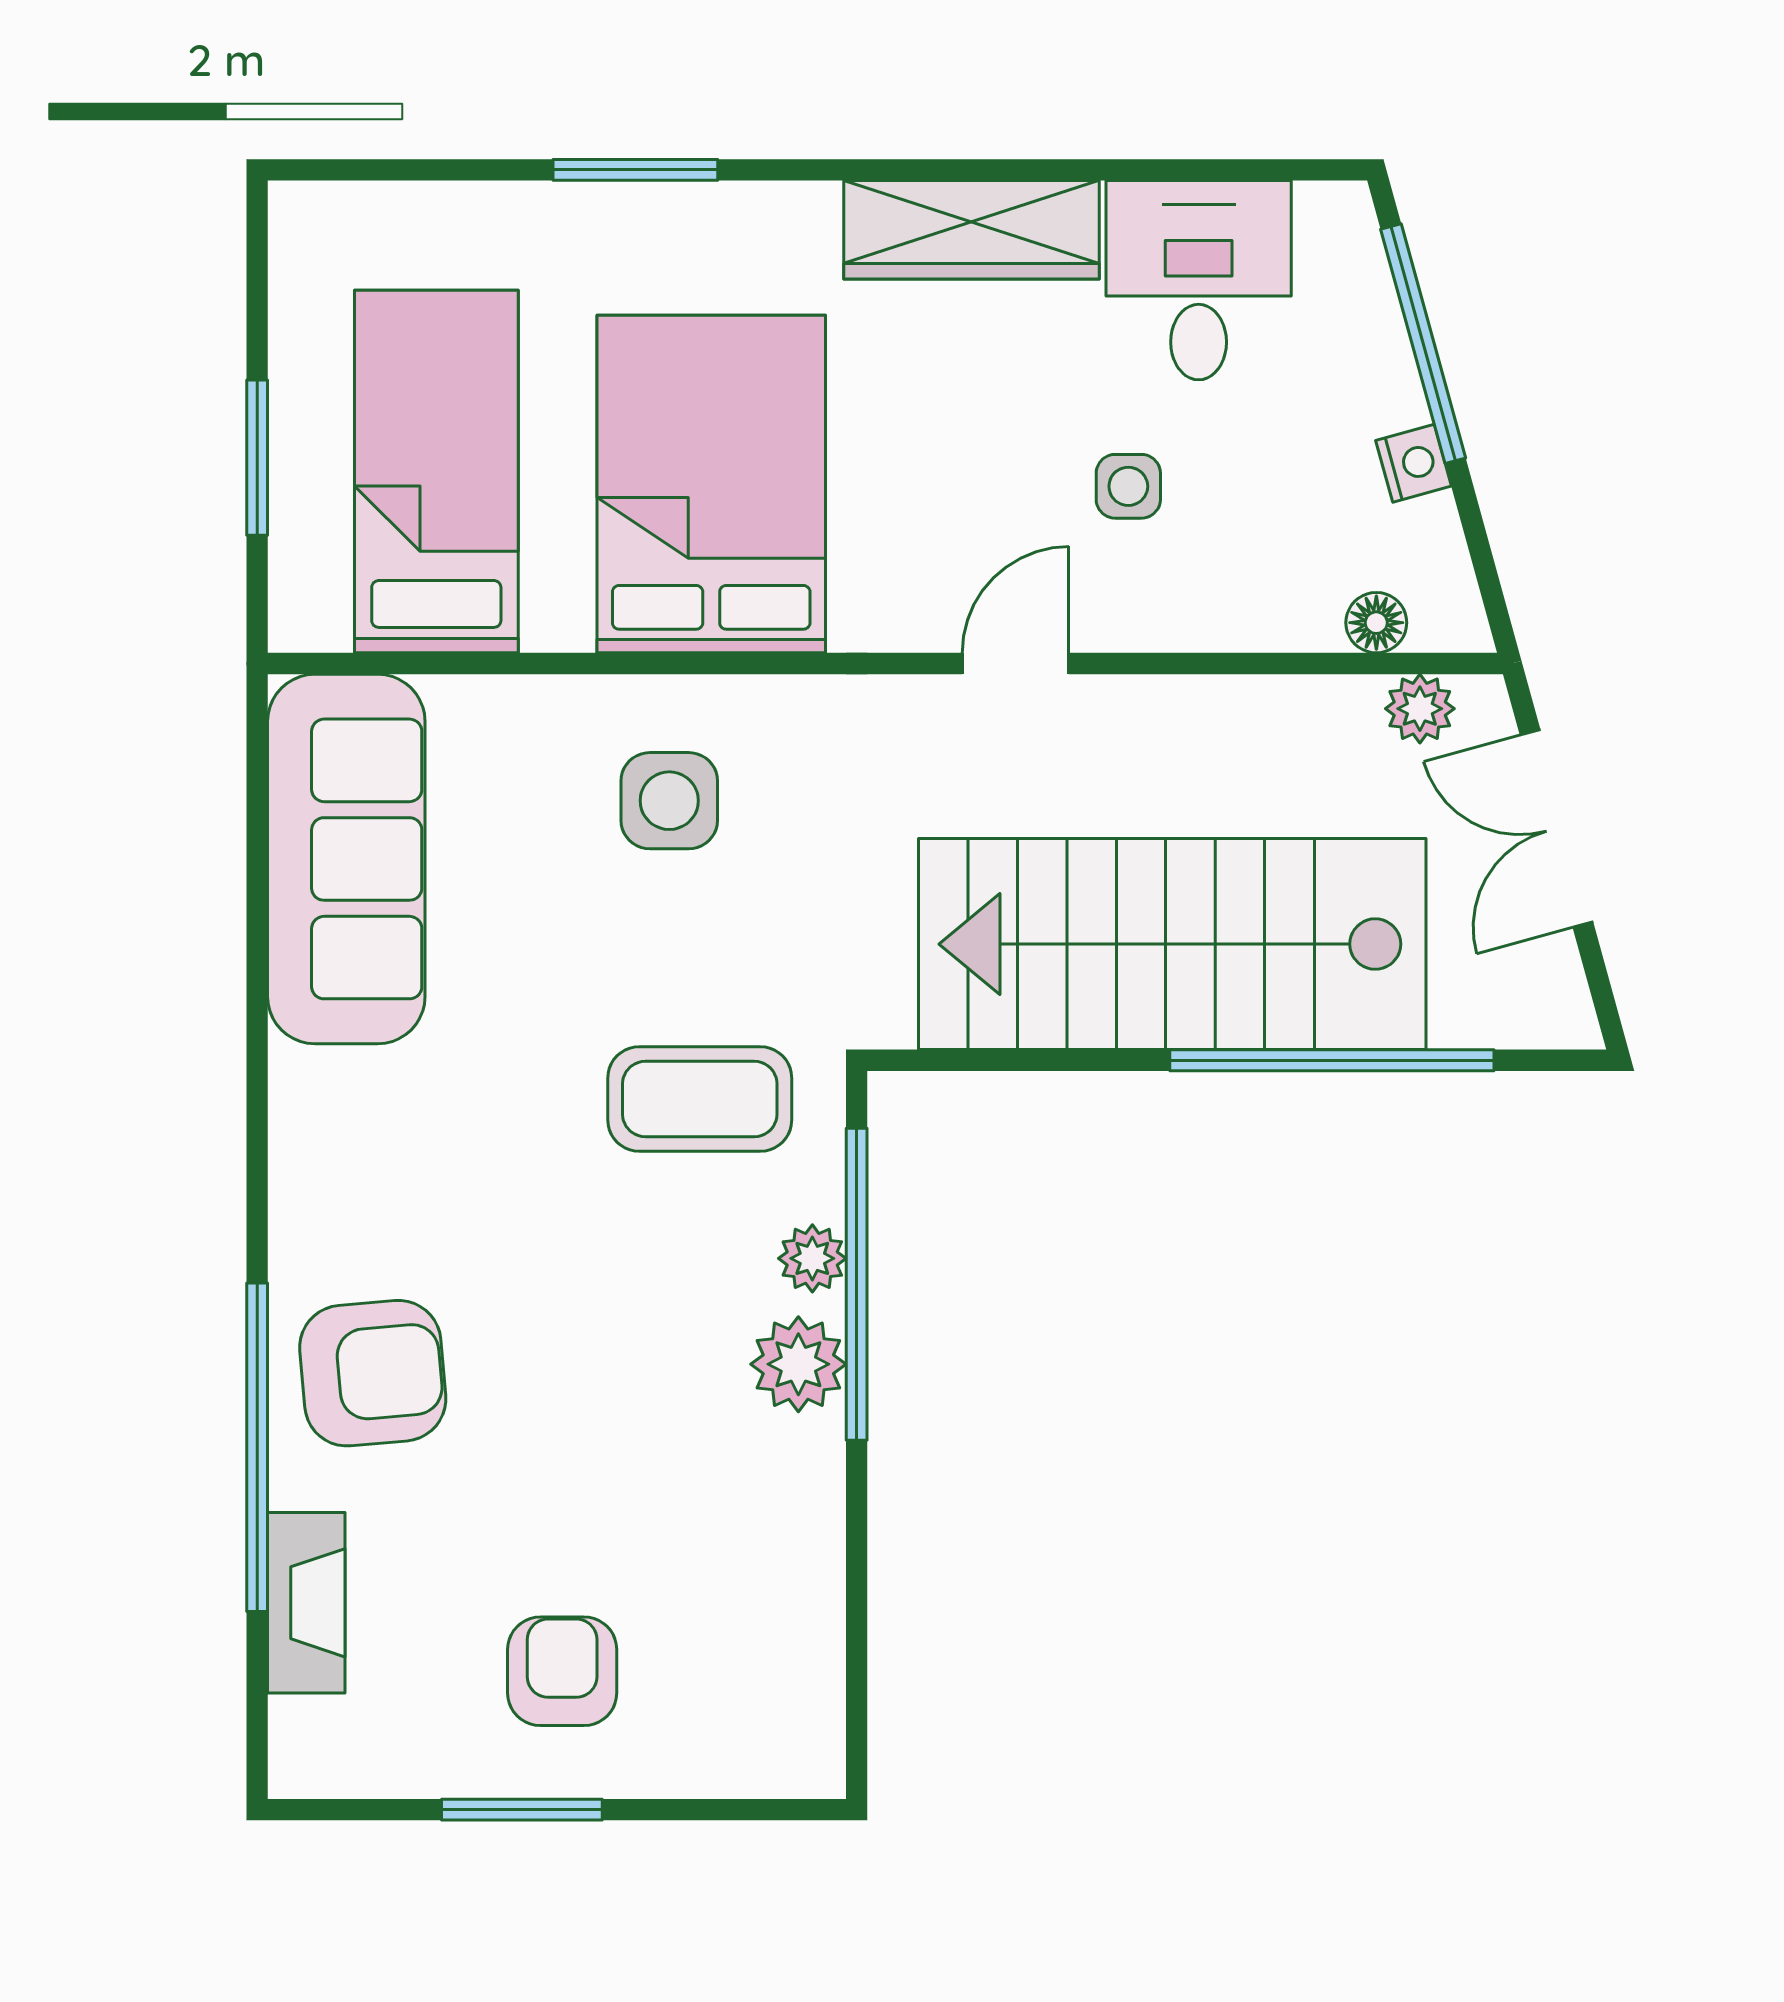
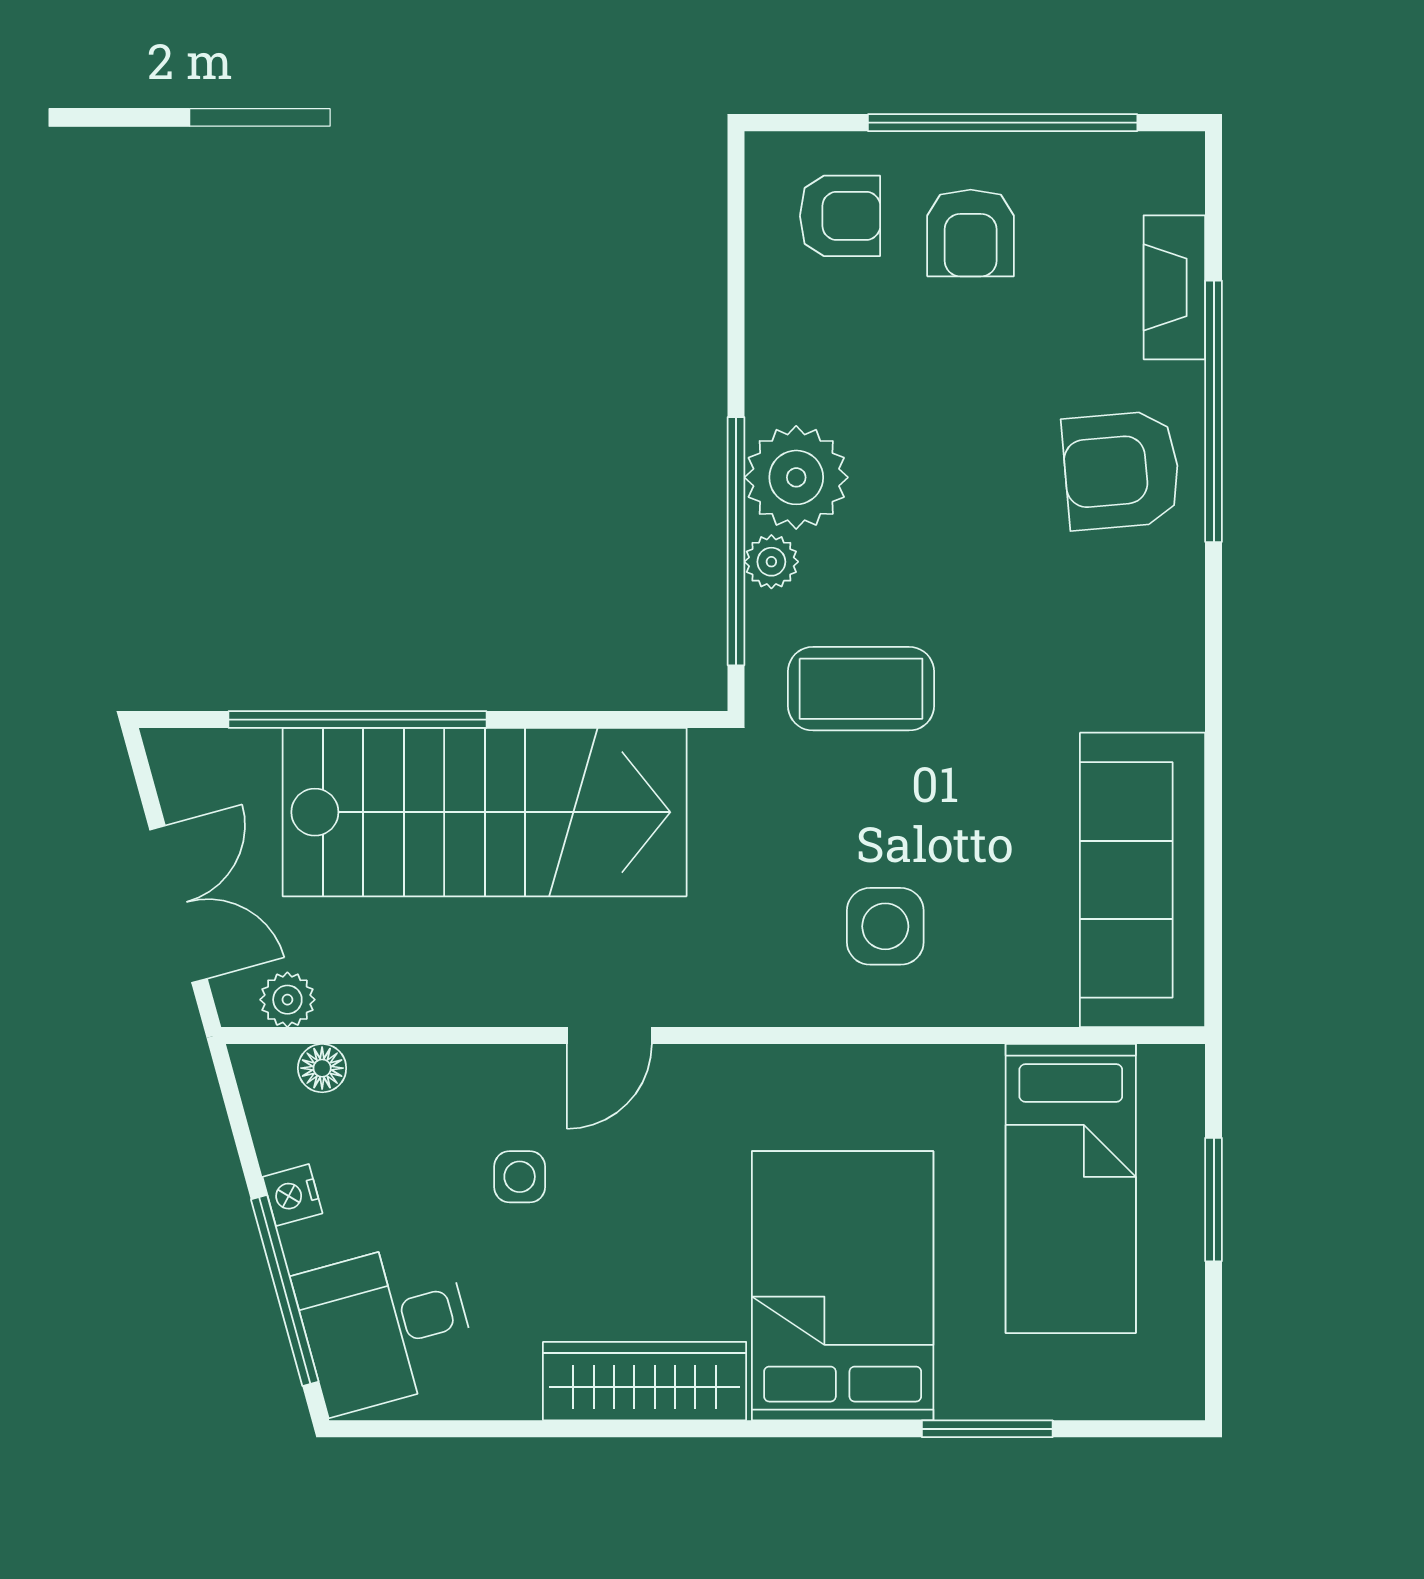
window: (635, 170) -> (987, 1429), moved
desk: (1199, 280) -> (386, 1326), moved, turned 75
bed: (711, 484) -> (843, 1286), moved, turned 180
plant: (798, 1364) -> (796, 477), width x1.36, depth x1.36
armchair: (726, 1693) -> (840, 216), added
window: (522, 1810) -> (1003, 123), width x2.11

